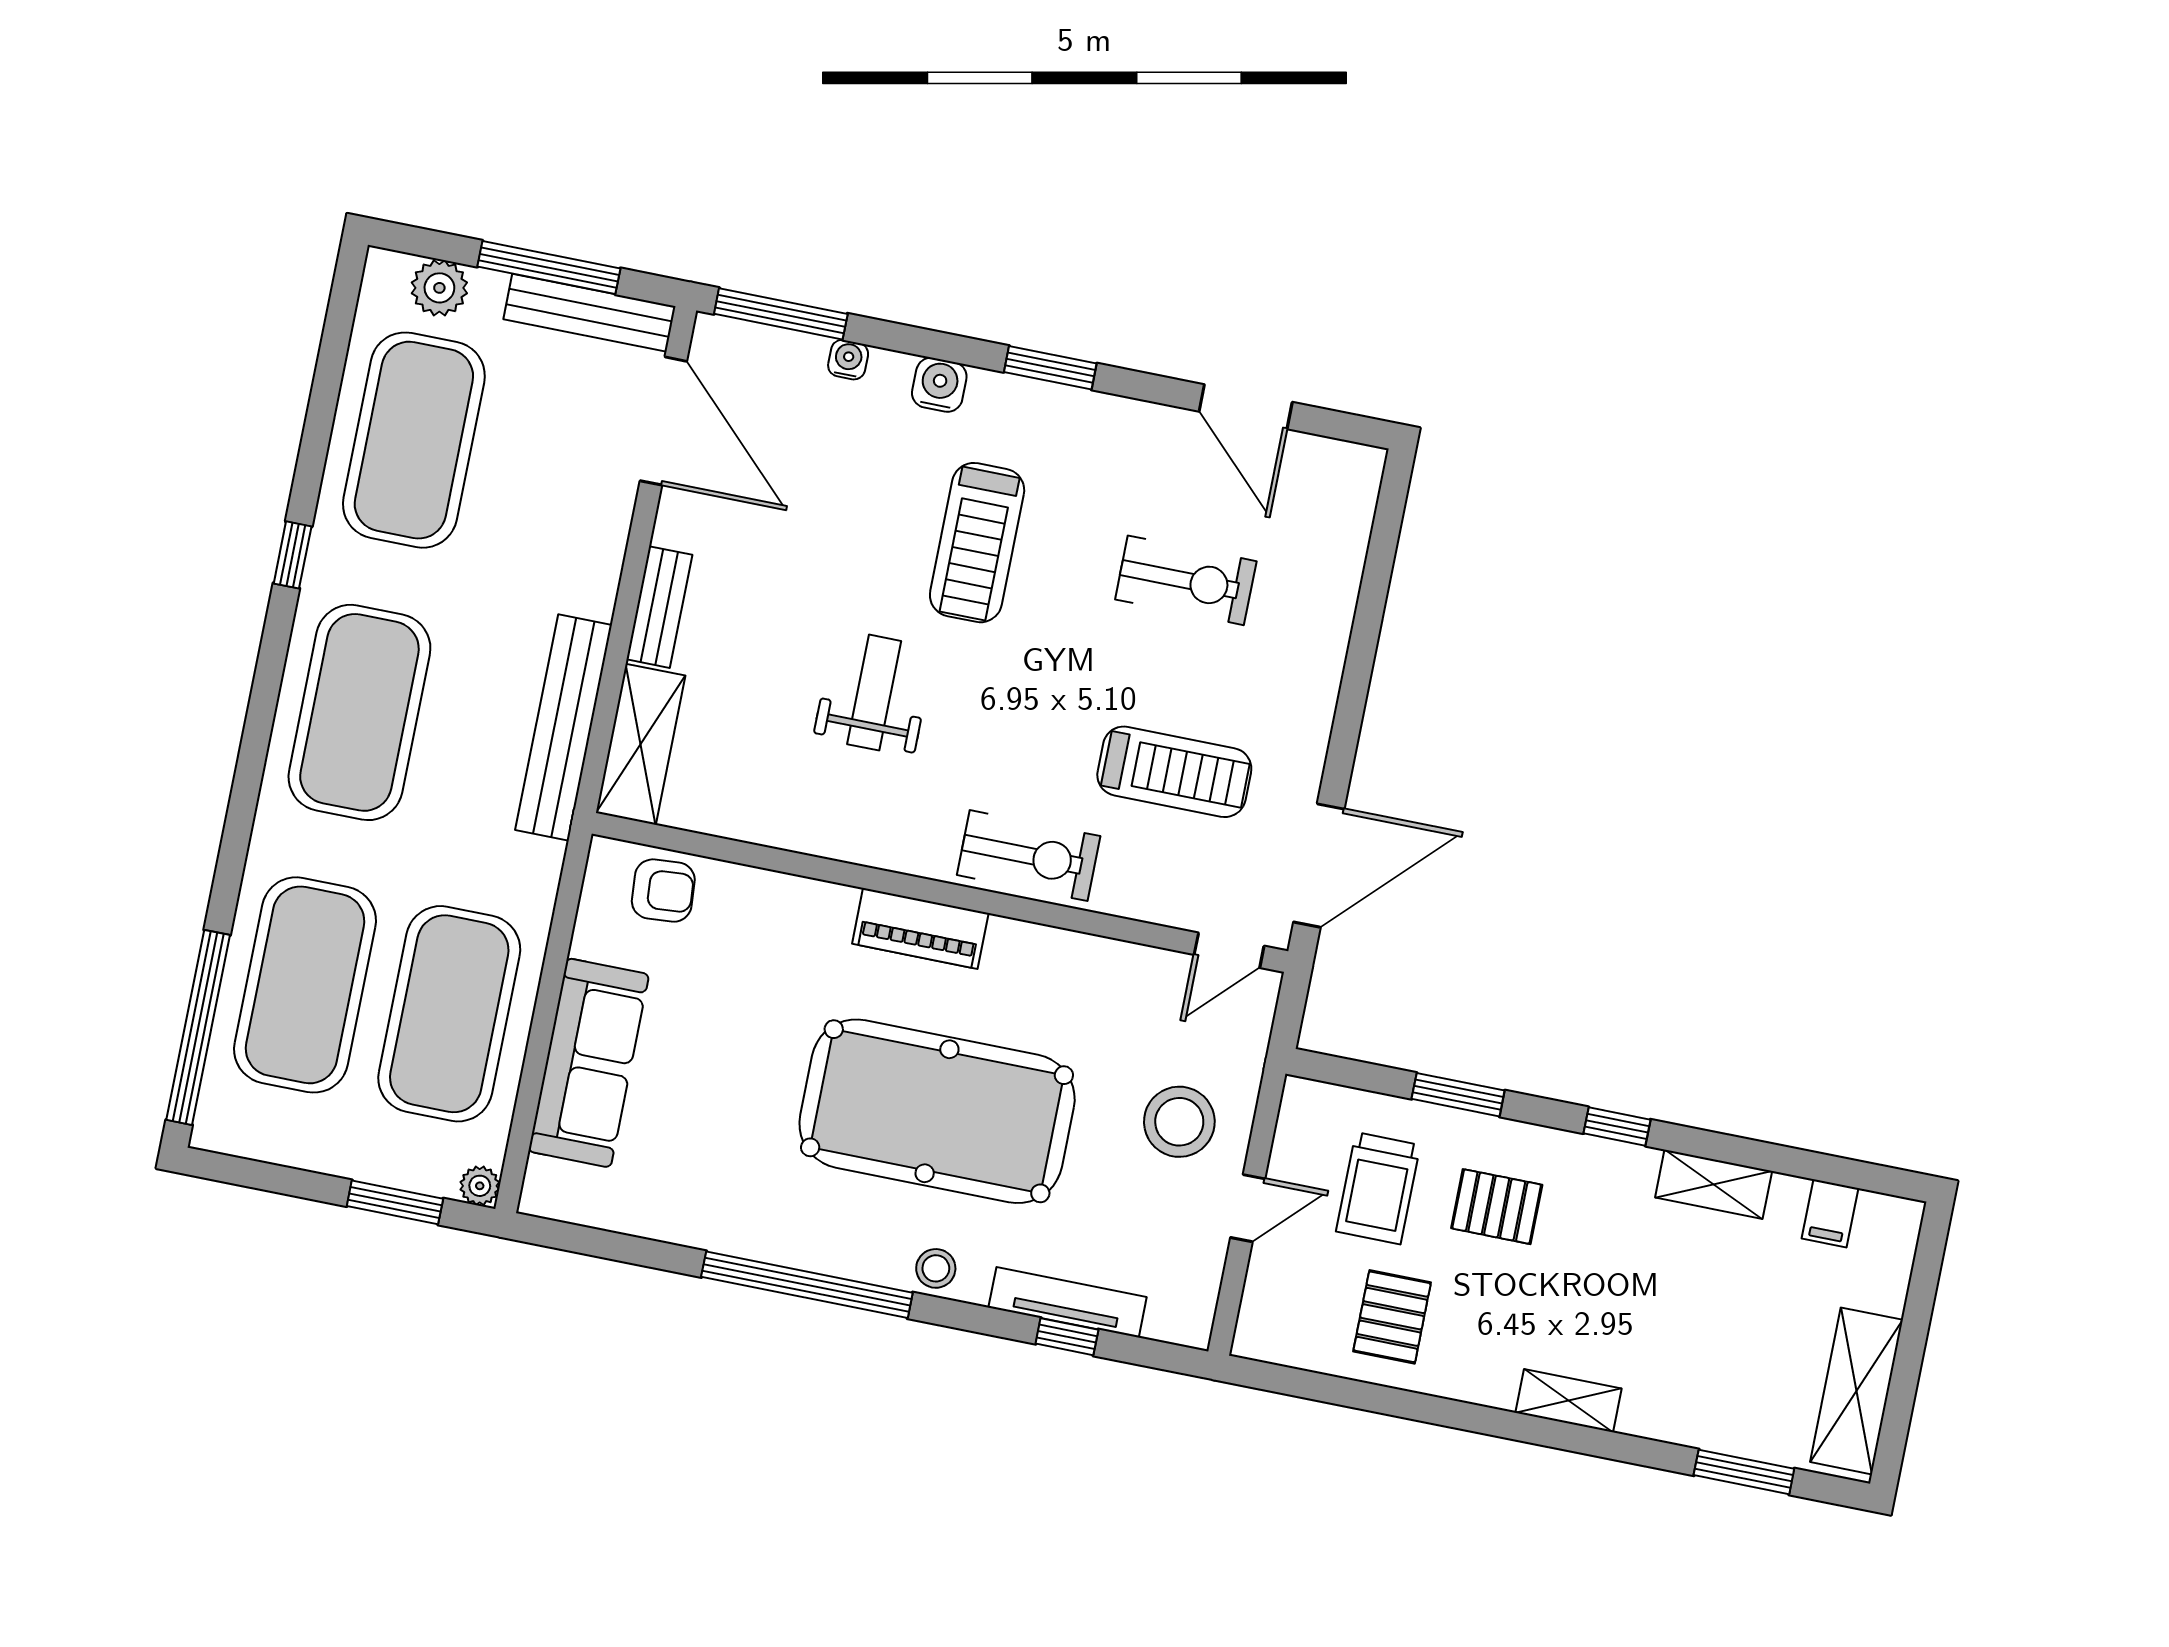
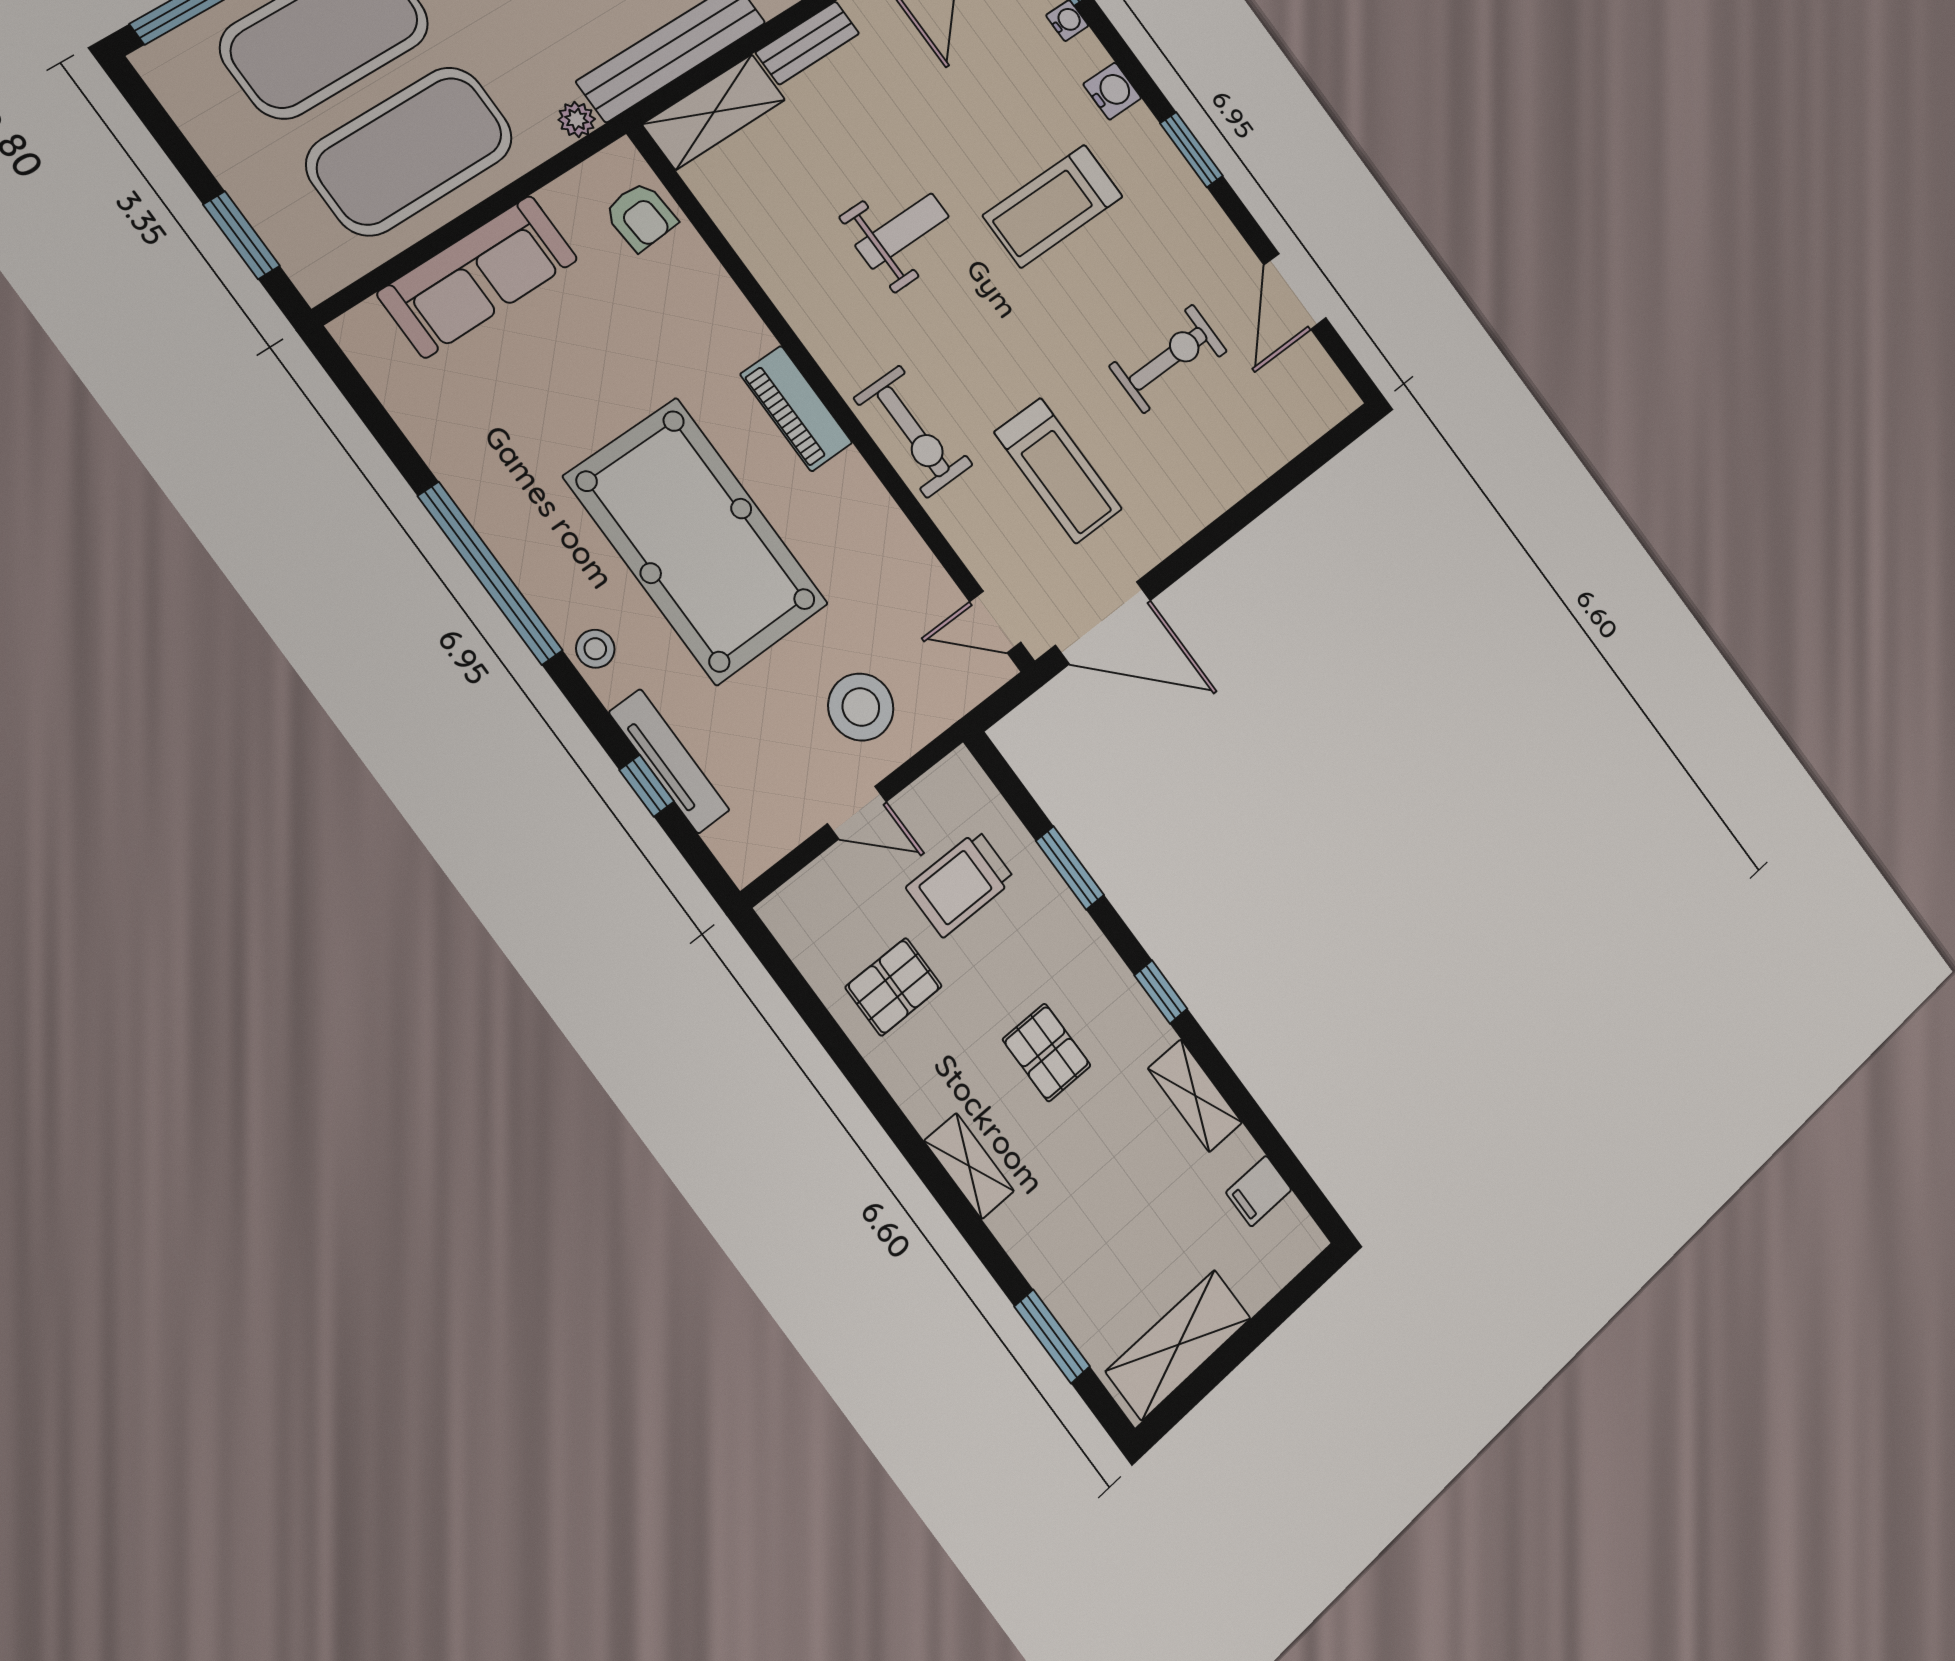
exercise bike: (1186, 580) -> (1168, 359), turned -90
plant: (480, 1186) -> (577, 119), moved
pallet: (1497, 1207) -> (1047, 1052), moved

